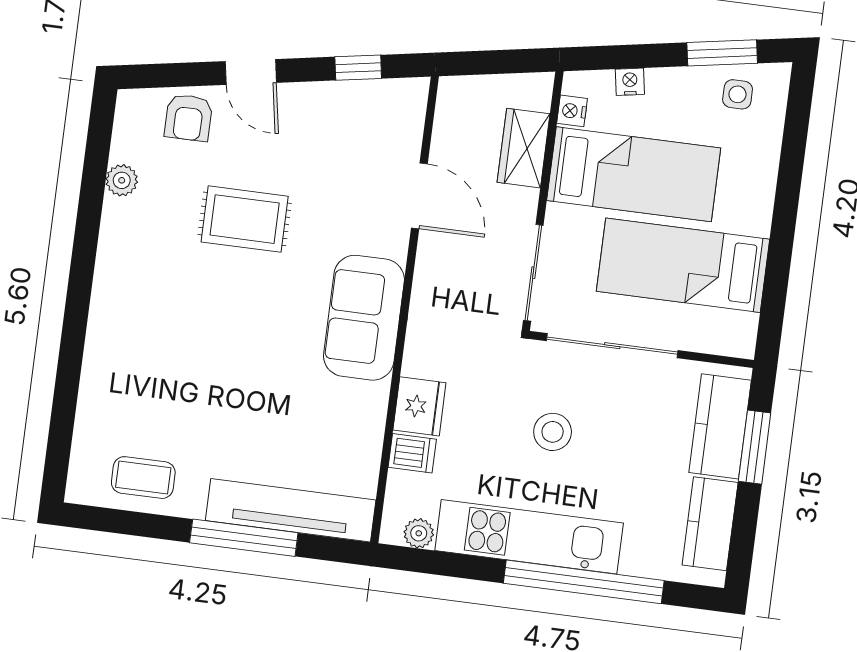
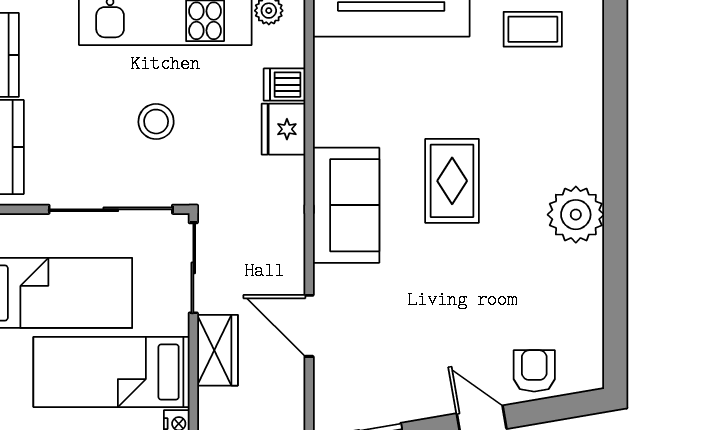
wardrobe: (524, 148) -> (218, 350), moved
plant: (122, 180) -> (576, 215), moved, width x1.88, depth x1.88
rug: (245, 219) -> (452, 181), moved, turned 90

